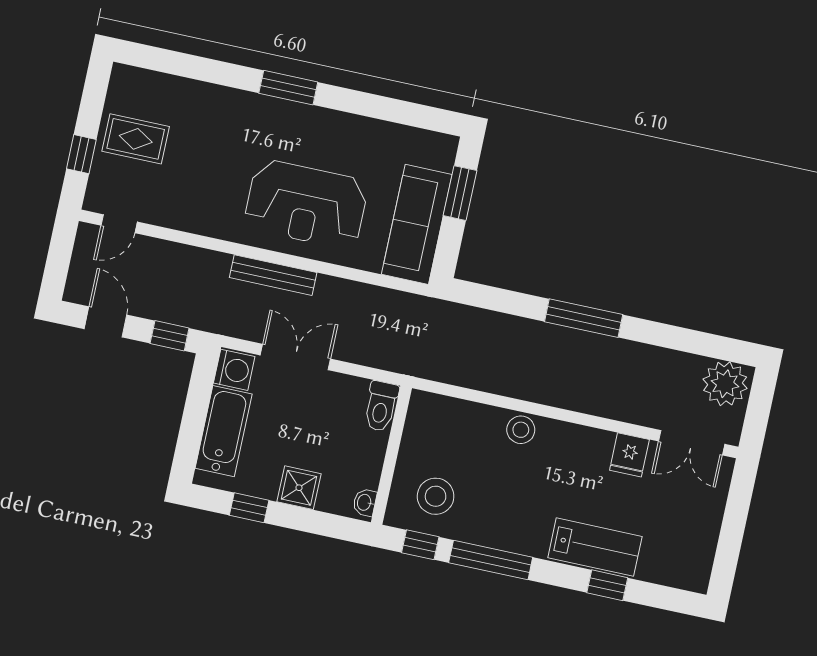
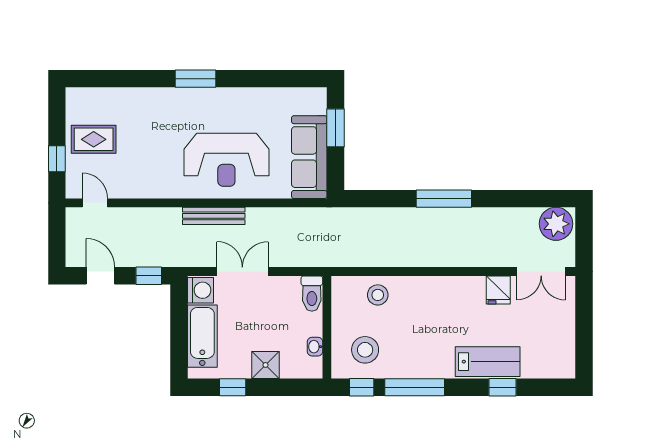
door: (119, 224) -> (95, 203), swing flipped
stool: (521, 430) -> (378, 295), moved
washbasin: (365, 502) -> (315, 347), moved

